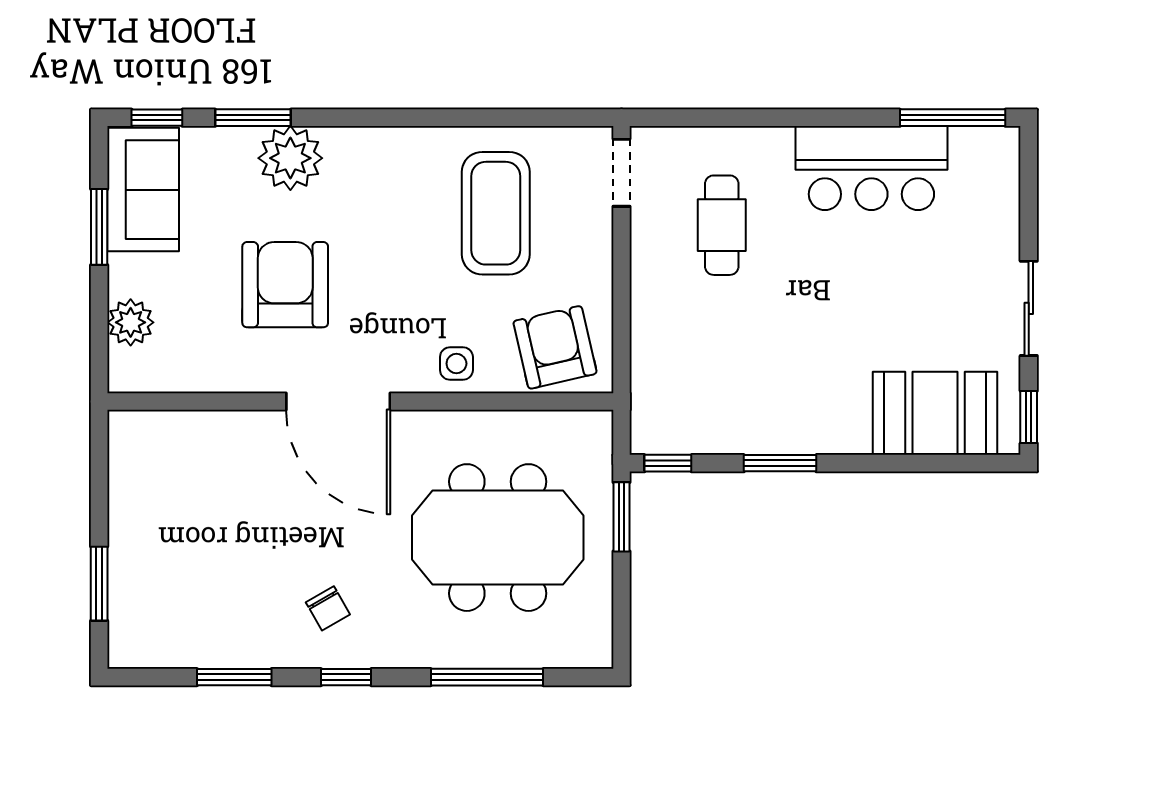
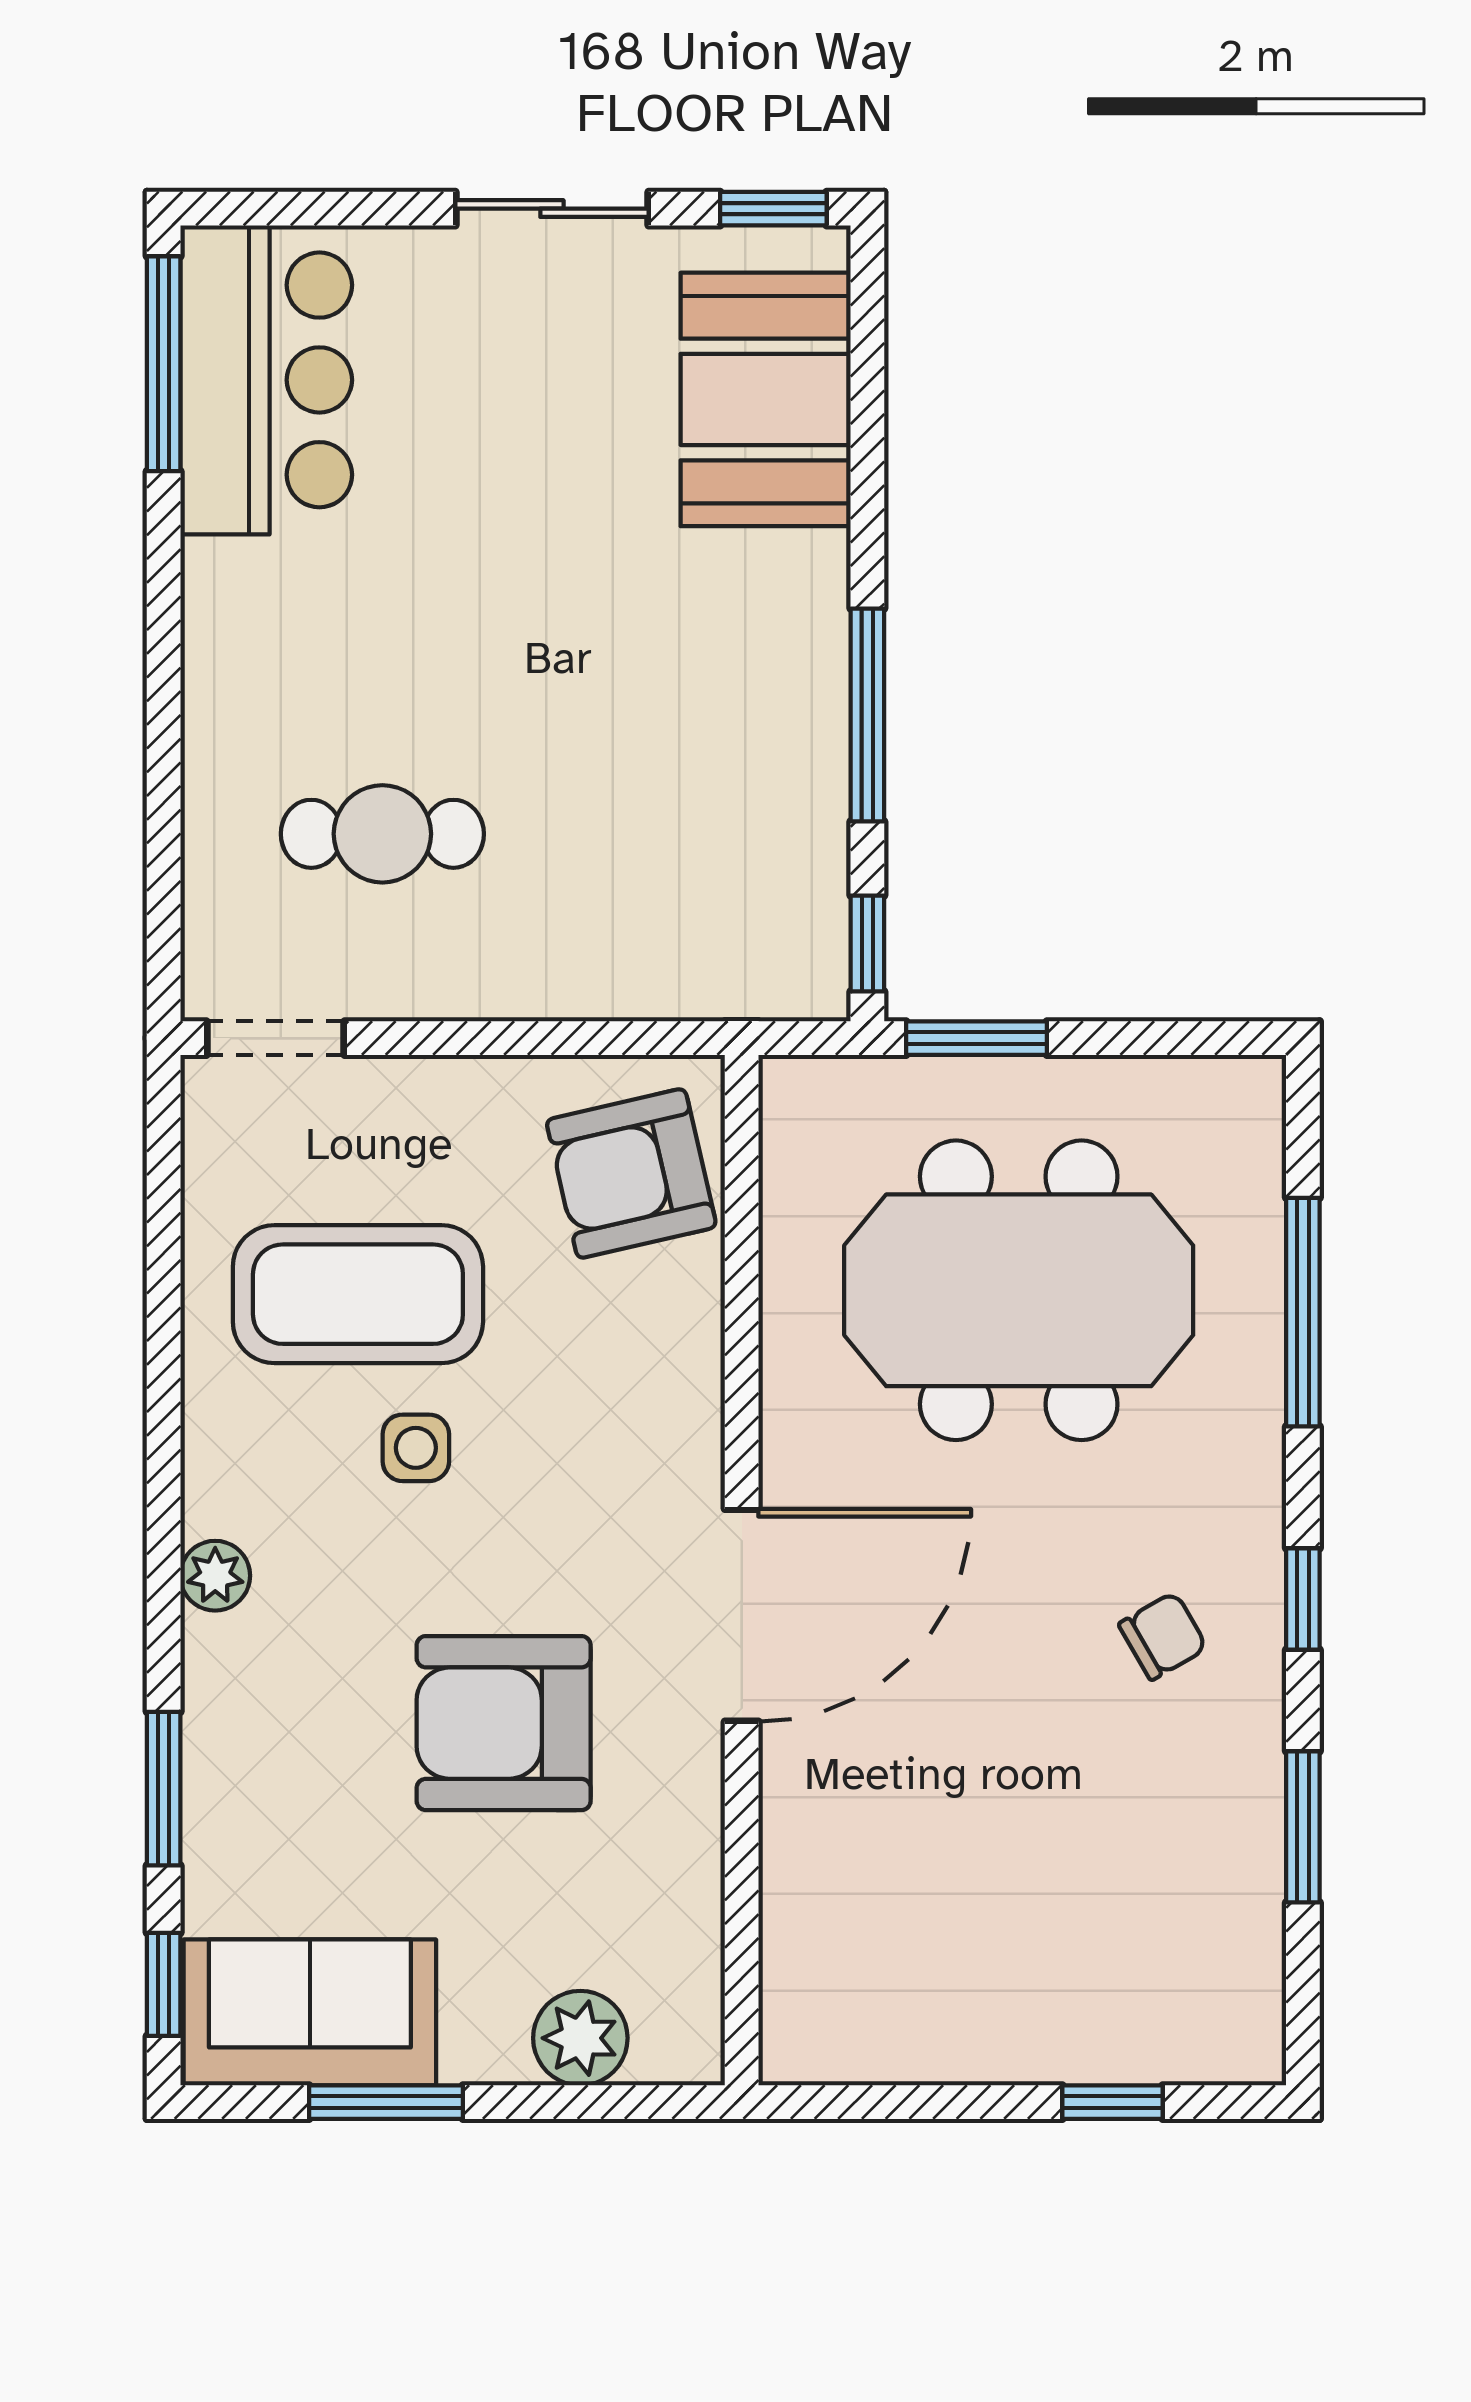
plant: (290, 158) -> (215, 1576), moved, width x0.53, depth x0.53
bar counter: (871, 168) -> (266, 380), moved
side table: (456, 364) -> (416, 1448), moved
window: (780, 463) -> (867, 715), width x1.44
meeting table: (498, 538) -> (1019, 1290), turned 90
window: (99, 584) -> (1112, 2102), width x0.67

